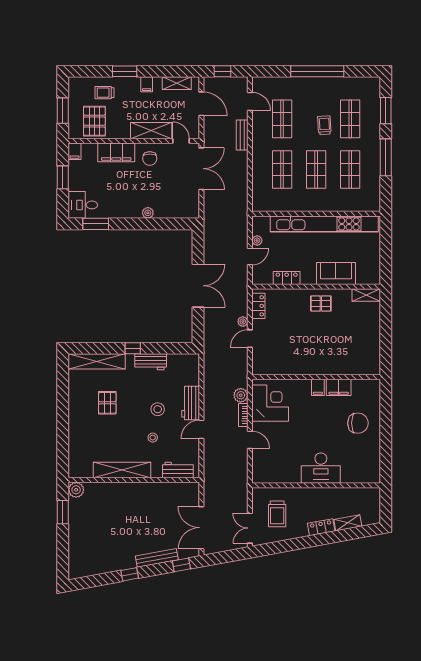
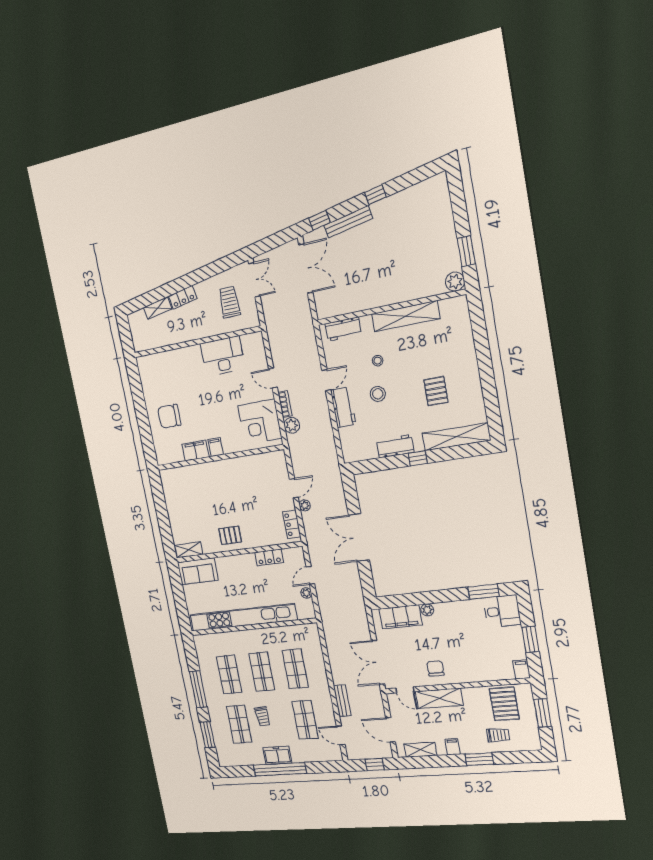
freezer: (317, 85) -> (277, 755), added
filing cabinet: (116, 152) -> (401, 617), moved, turned 180
sofa: (336, 273) -> (198, 571), moved
desk: (321, 468) -> (223, 356), moved

